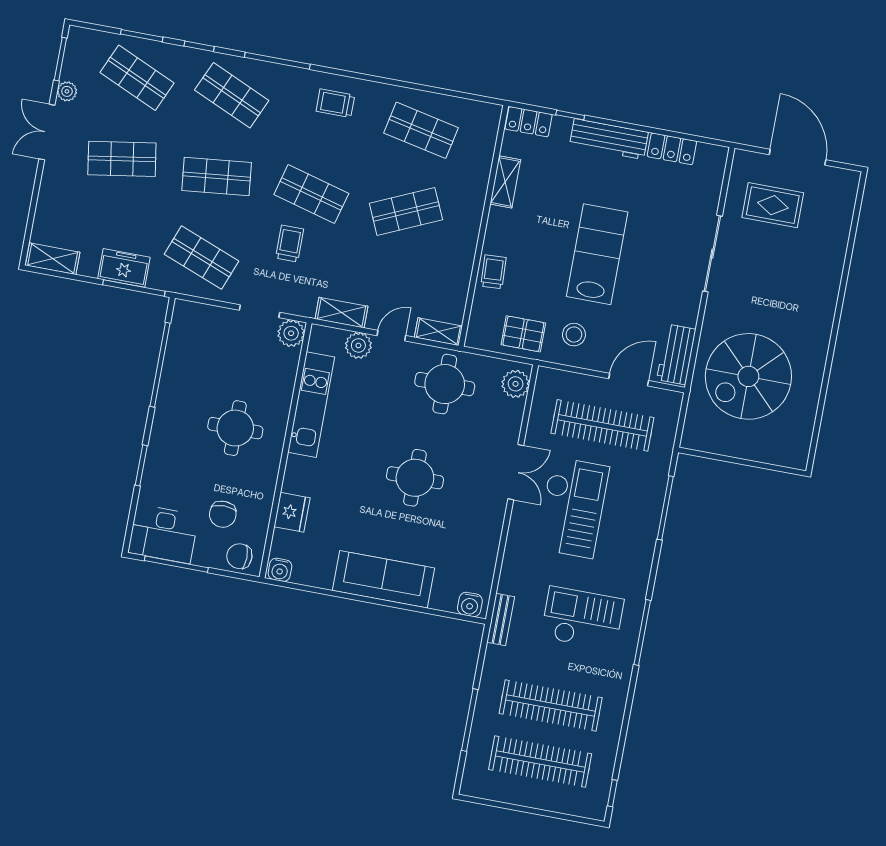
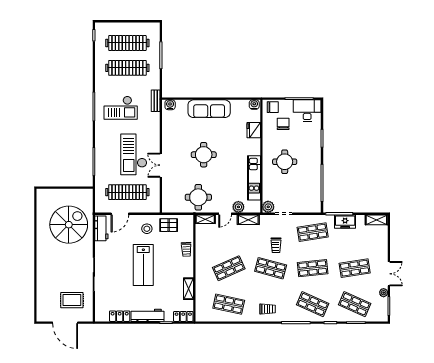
shop shelf: (202, 258) -> (313, 232), turned -30
plant: (516, 384) -> (168, 203), removed

